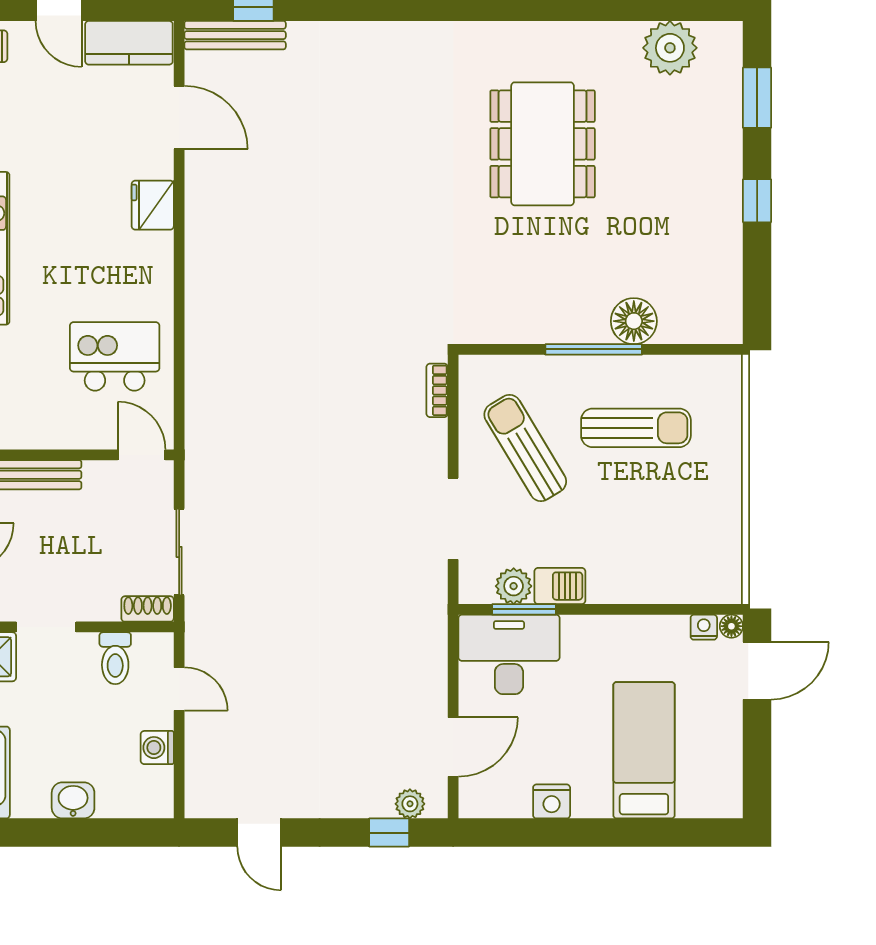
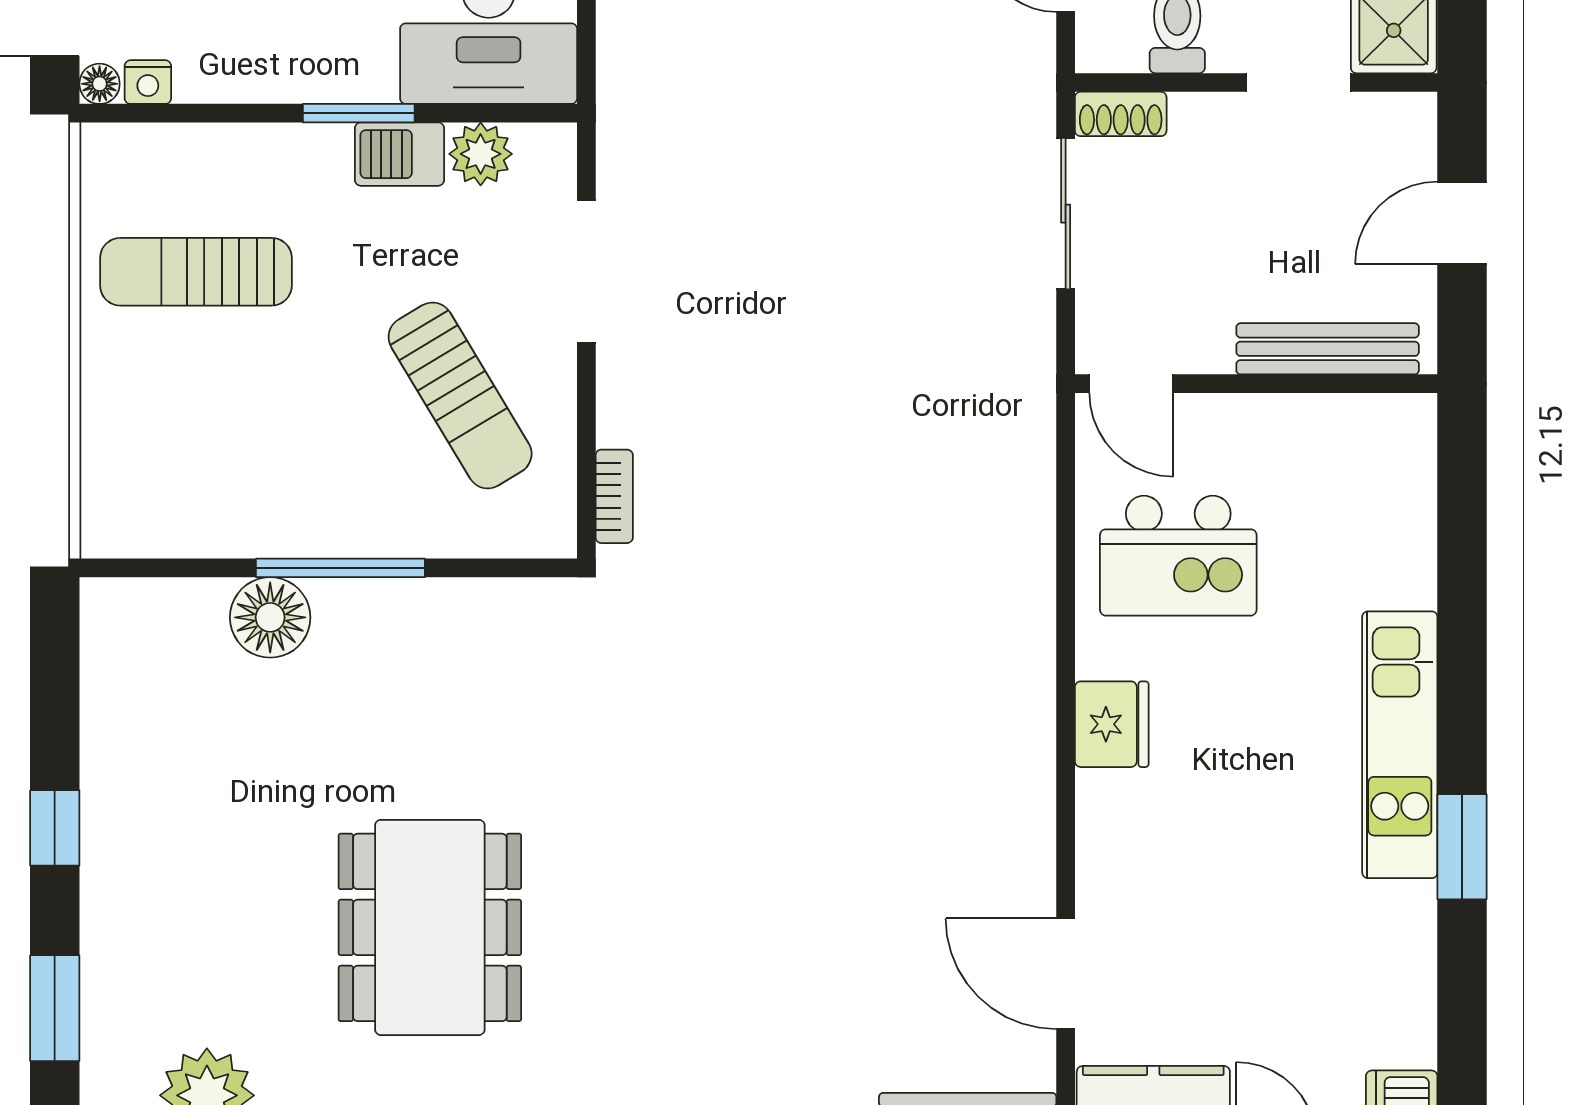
fridge: (153, 205) -> (1112, 724), moved
sun lounger: (636, 428) -> (196, 272), moved
window: (524, 609) -> (359, 113), moved

